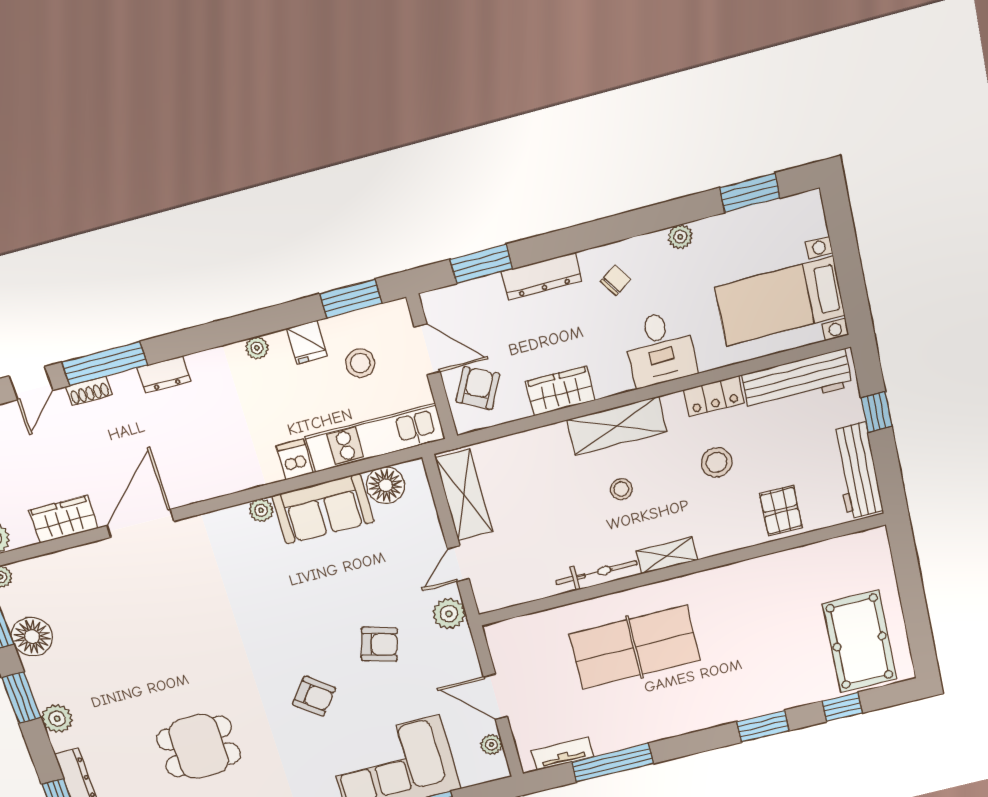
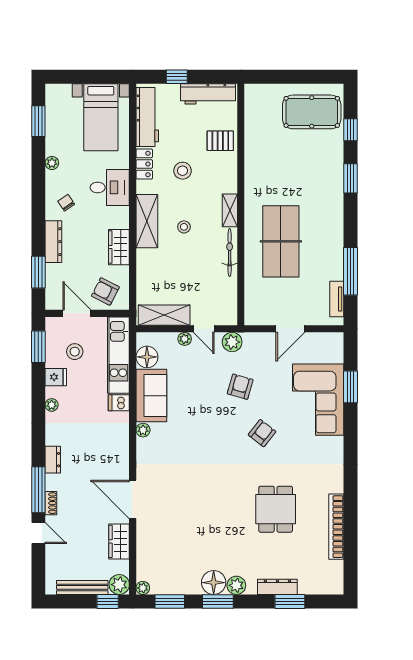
door: (427, 349) -> (77, 313), hinge flipped
floor lamp: (32, 637) -> (214, 583), moved
plant: (491, 745) -> (185, 339), moved

